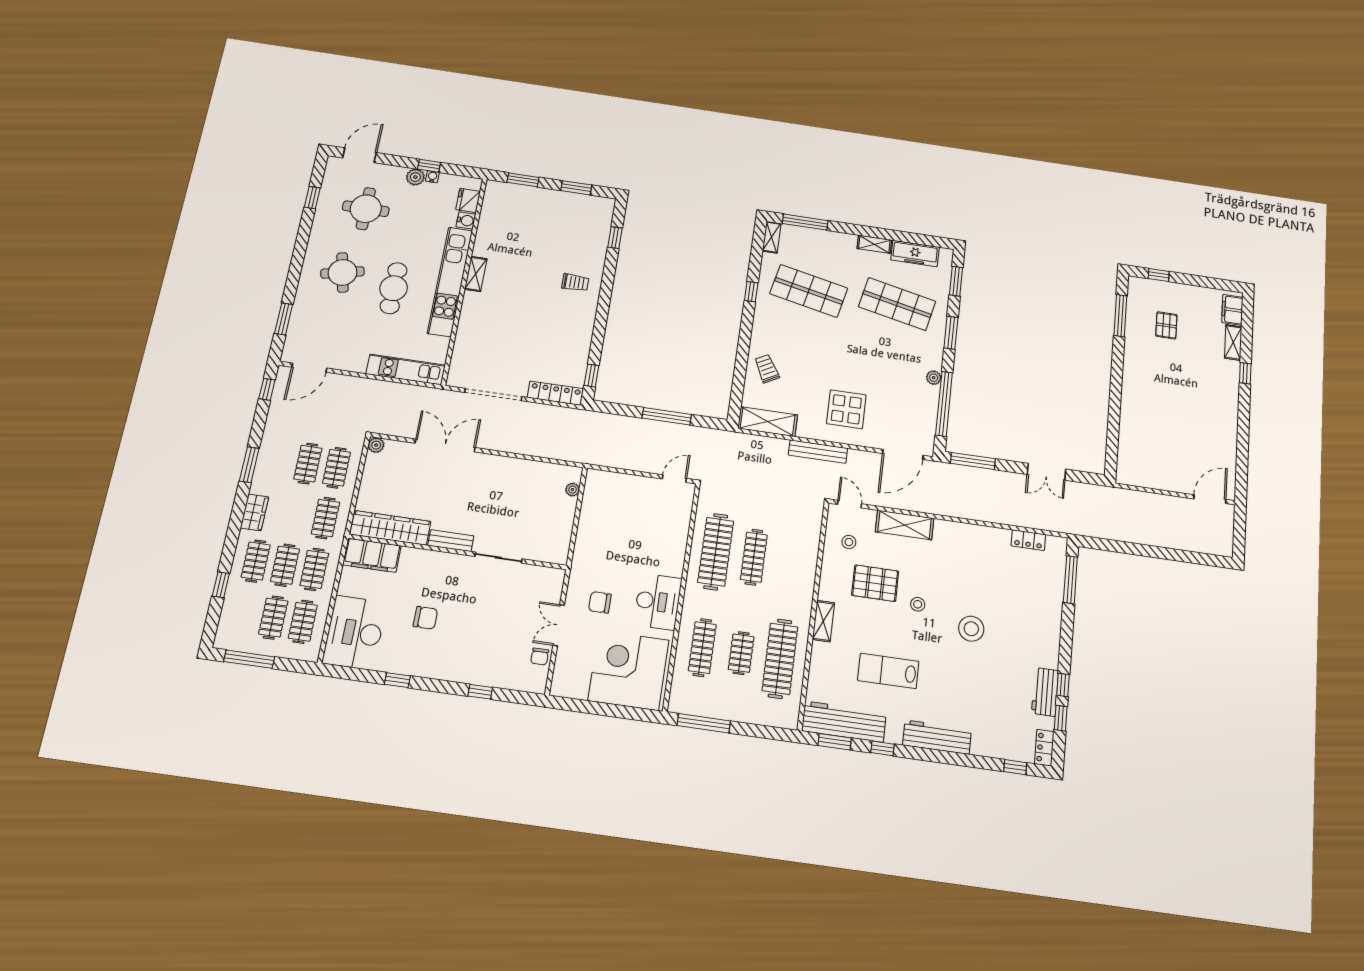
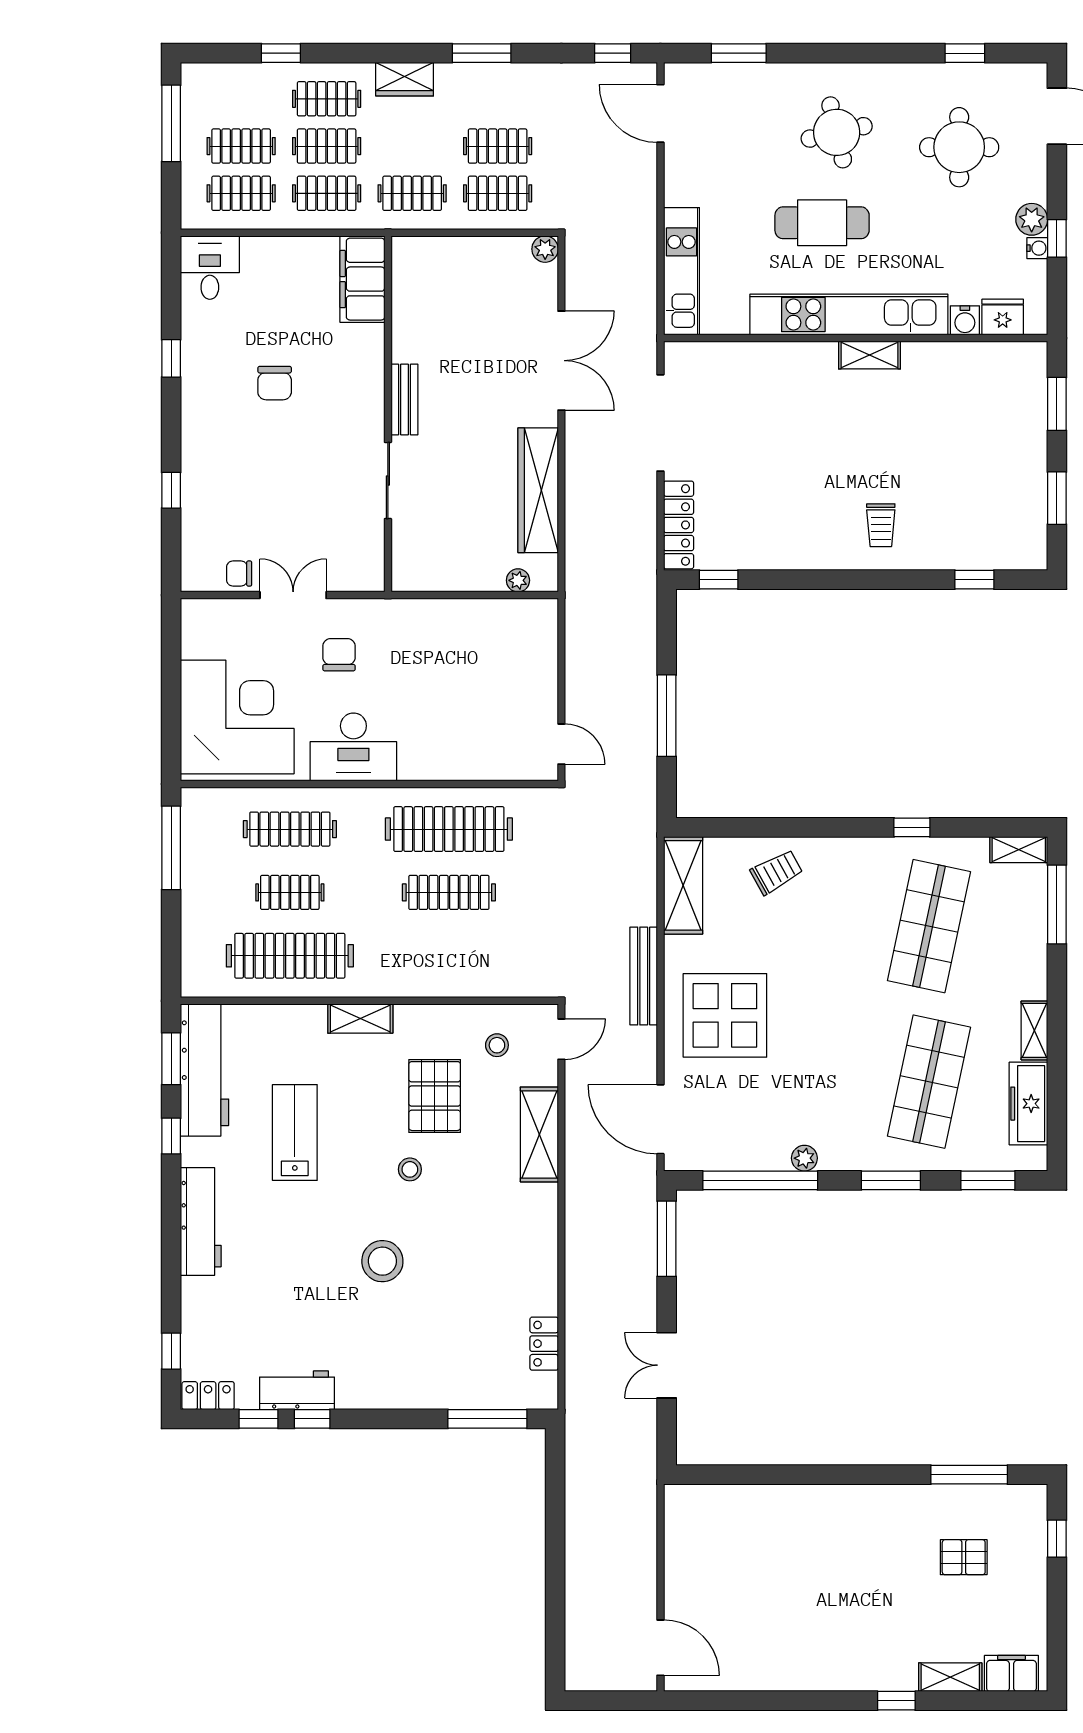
display table: (846, 409) -> (725, 1015), width x1.36, depth x1.36
wardrobe: (390, 528) -> (538, 490), moved, turned 180
desk: (355, 633) -> (210, 268), width x0.53, depth x0.77

